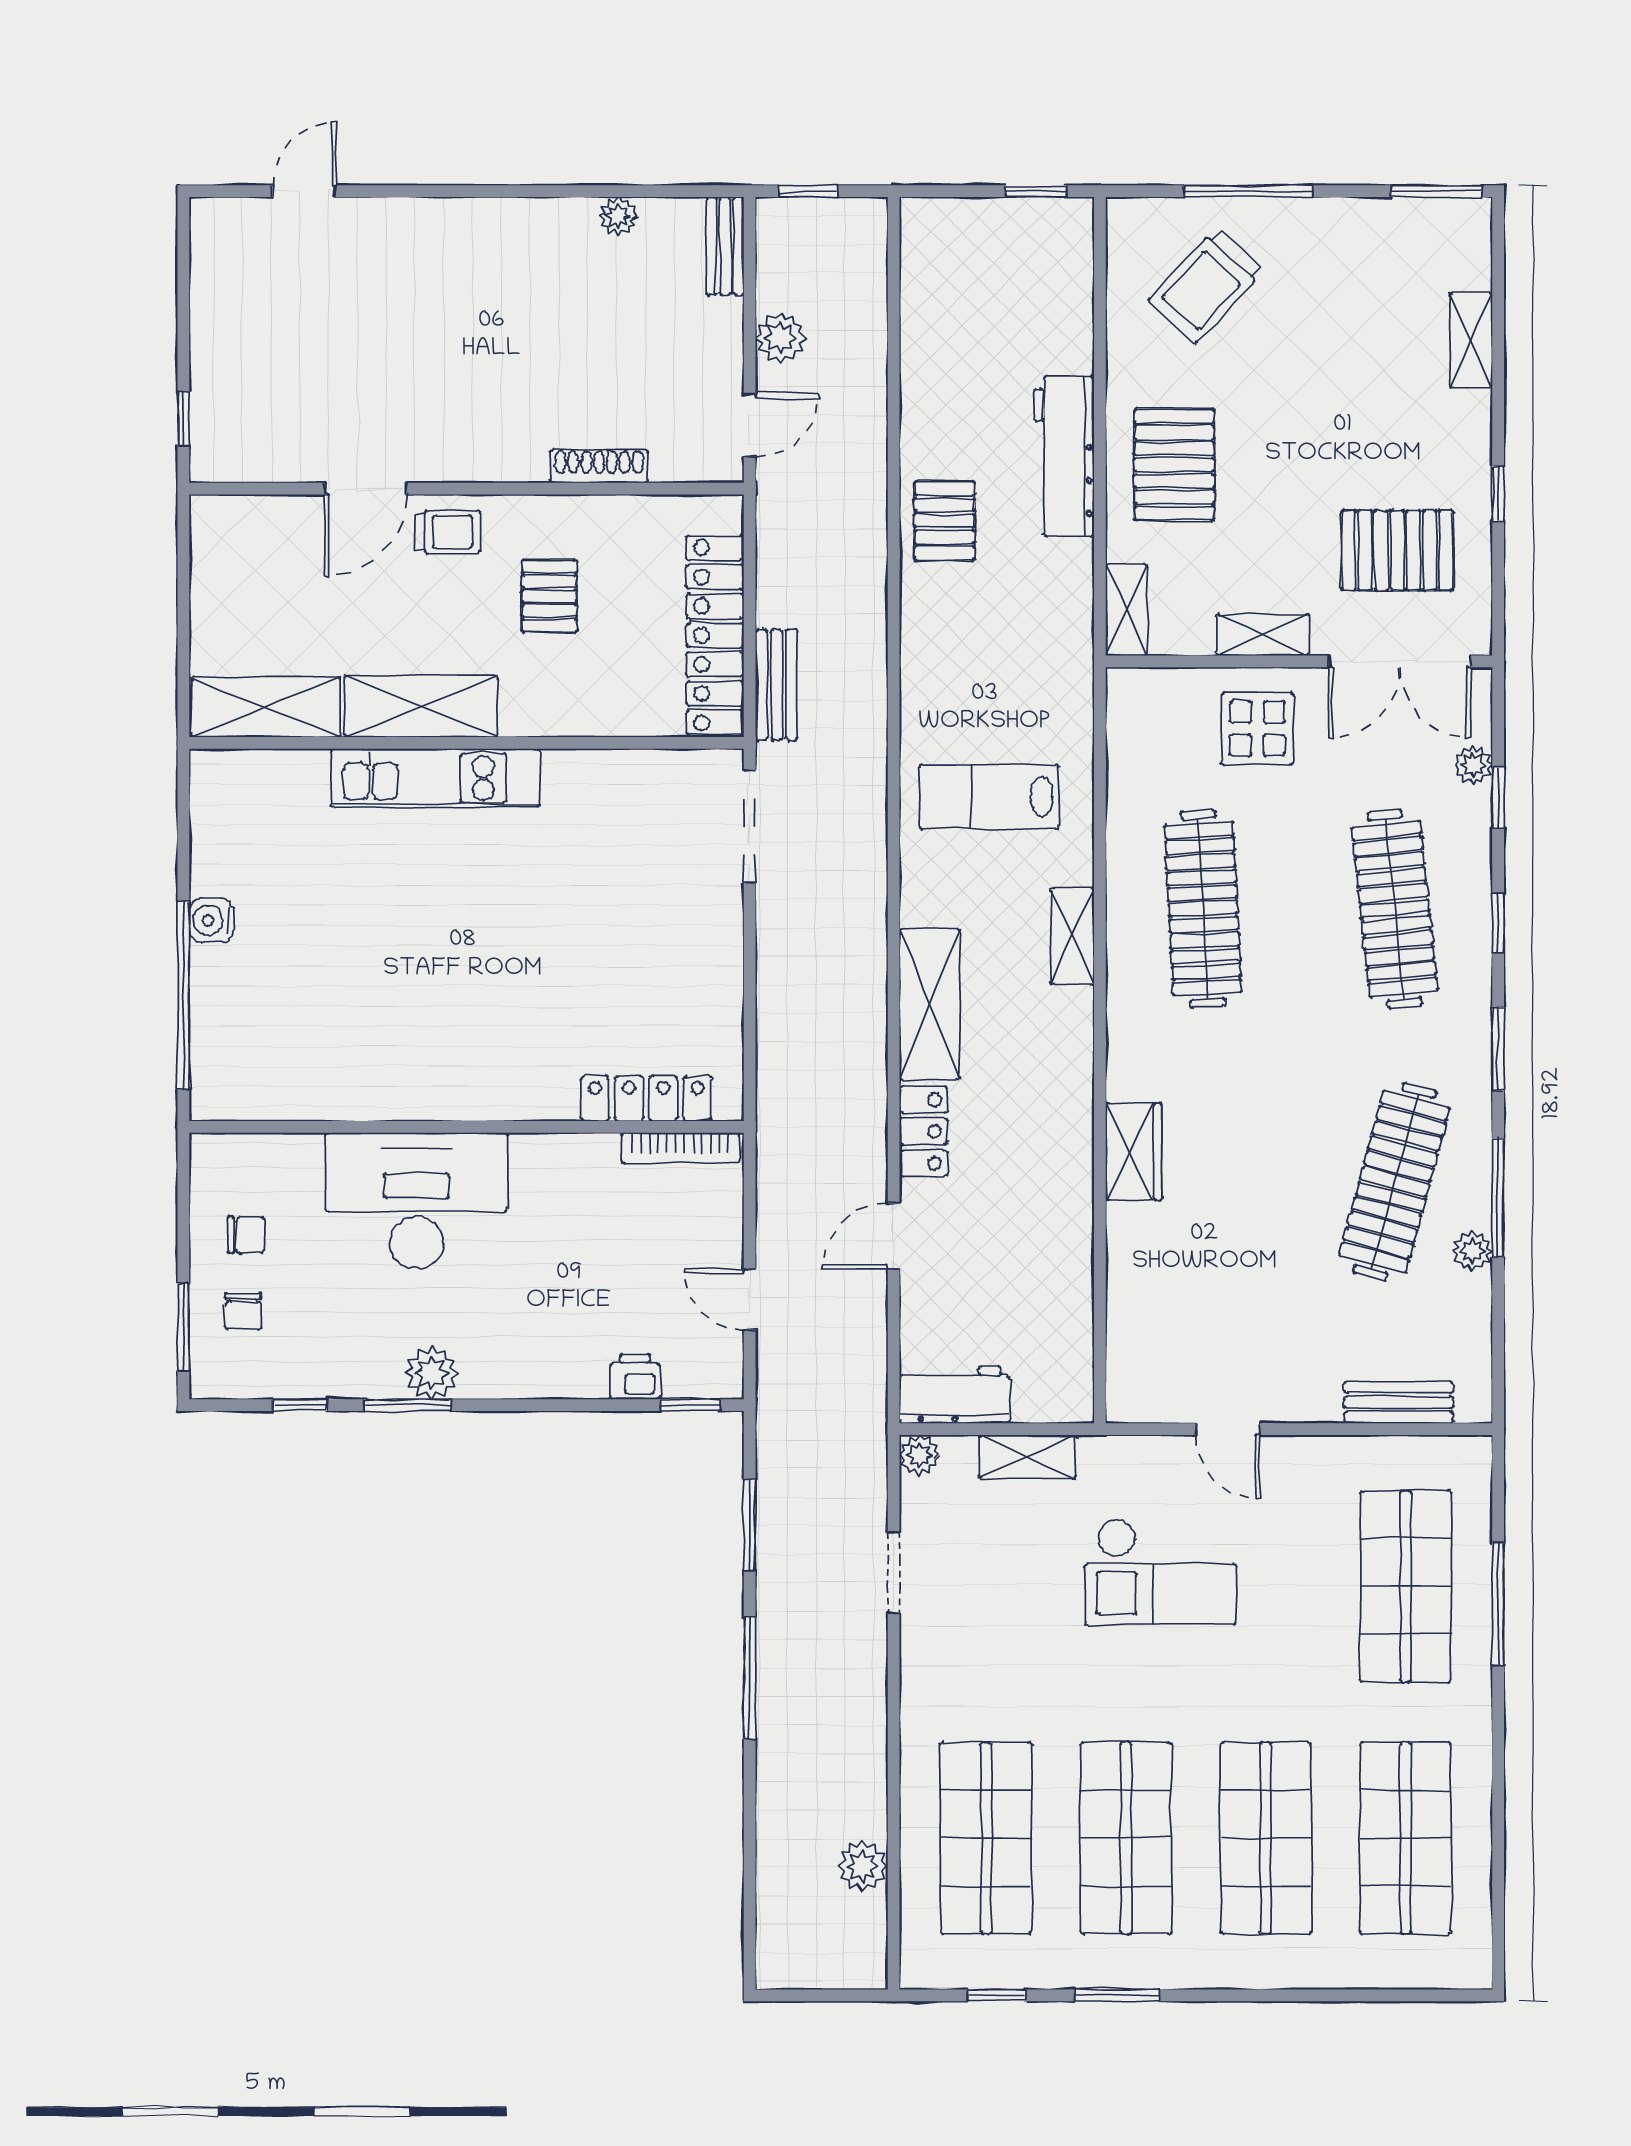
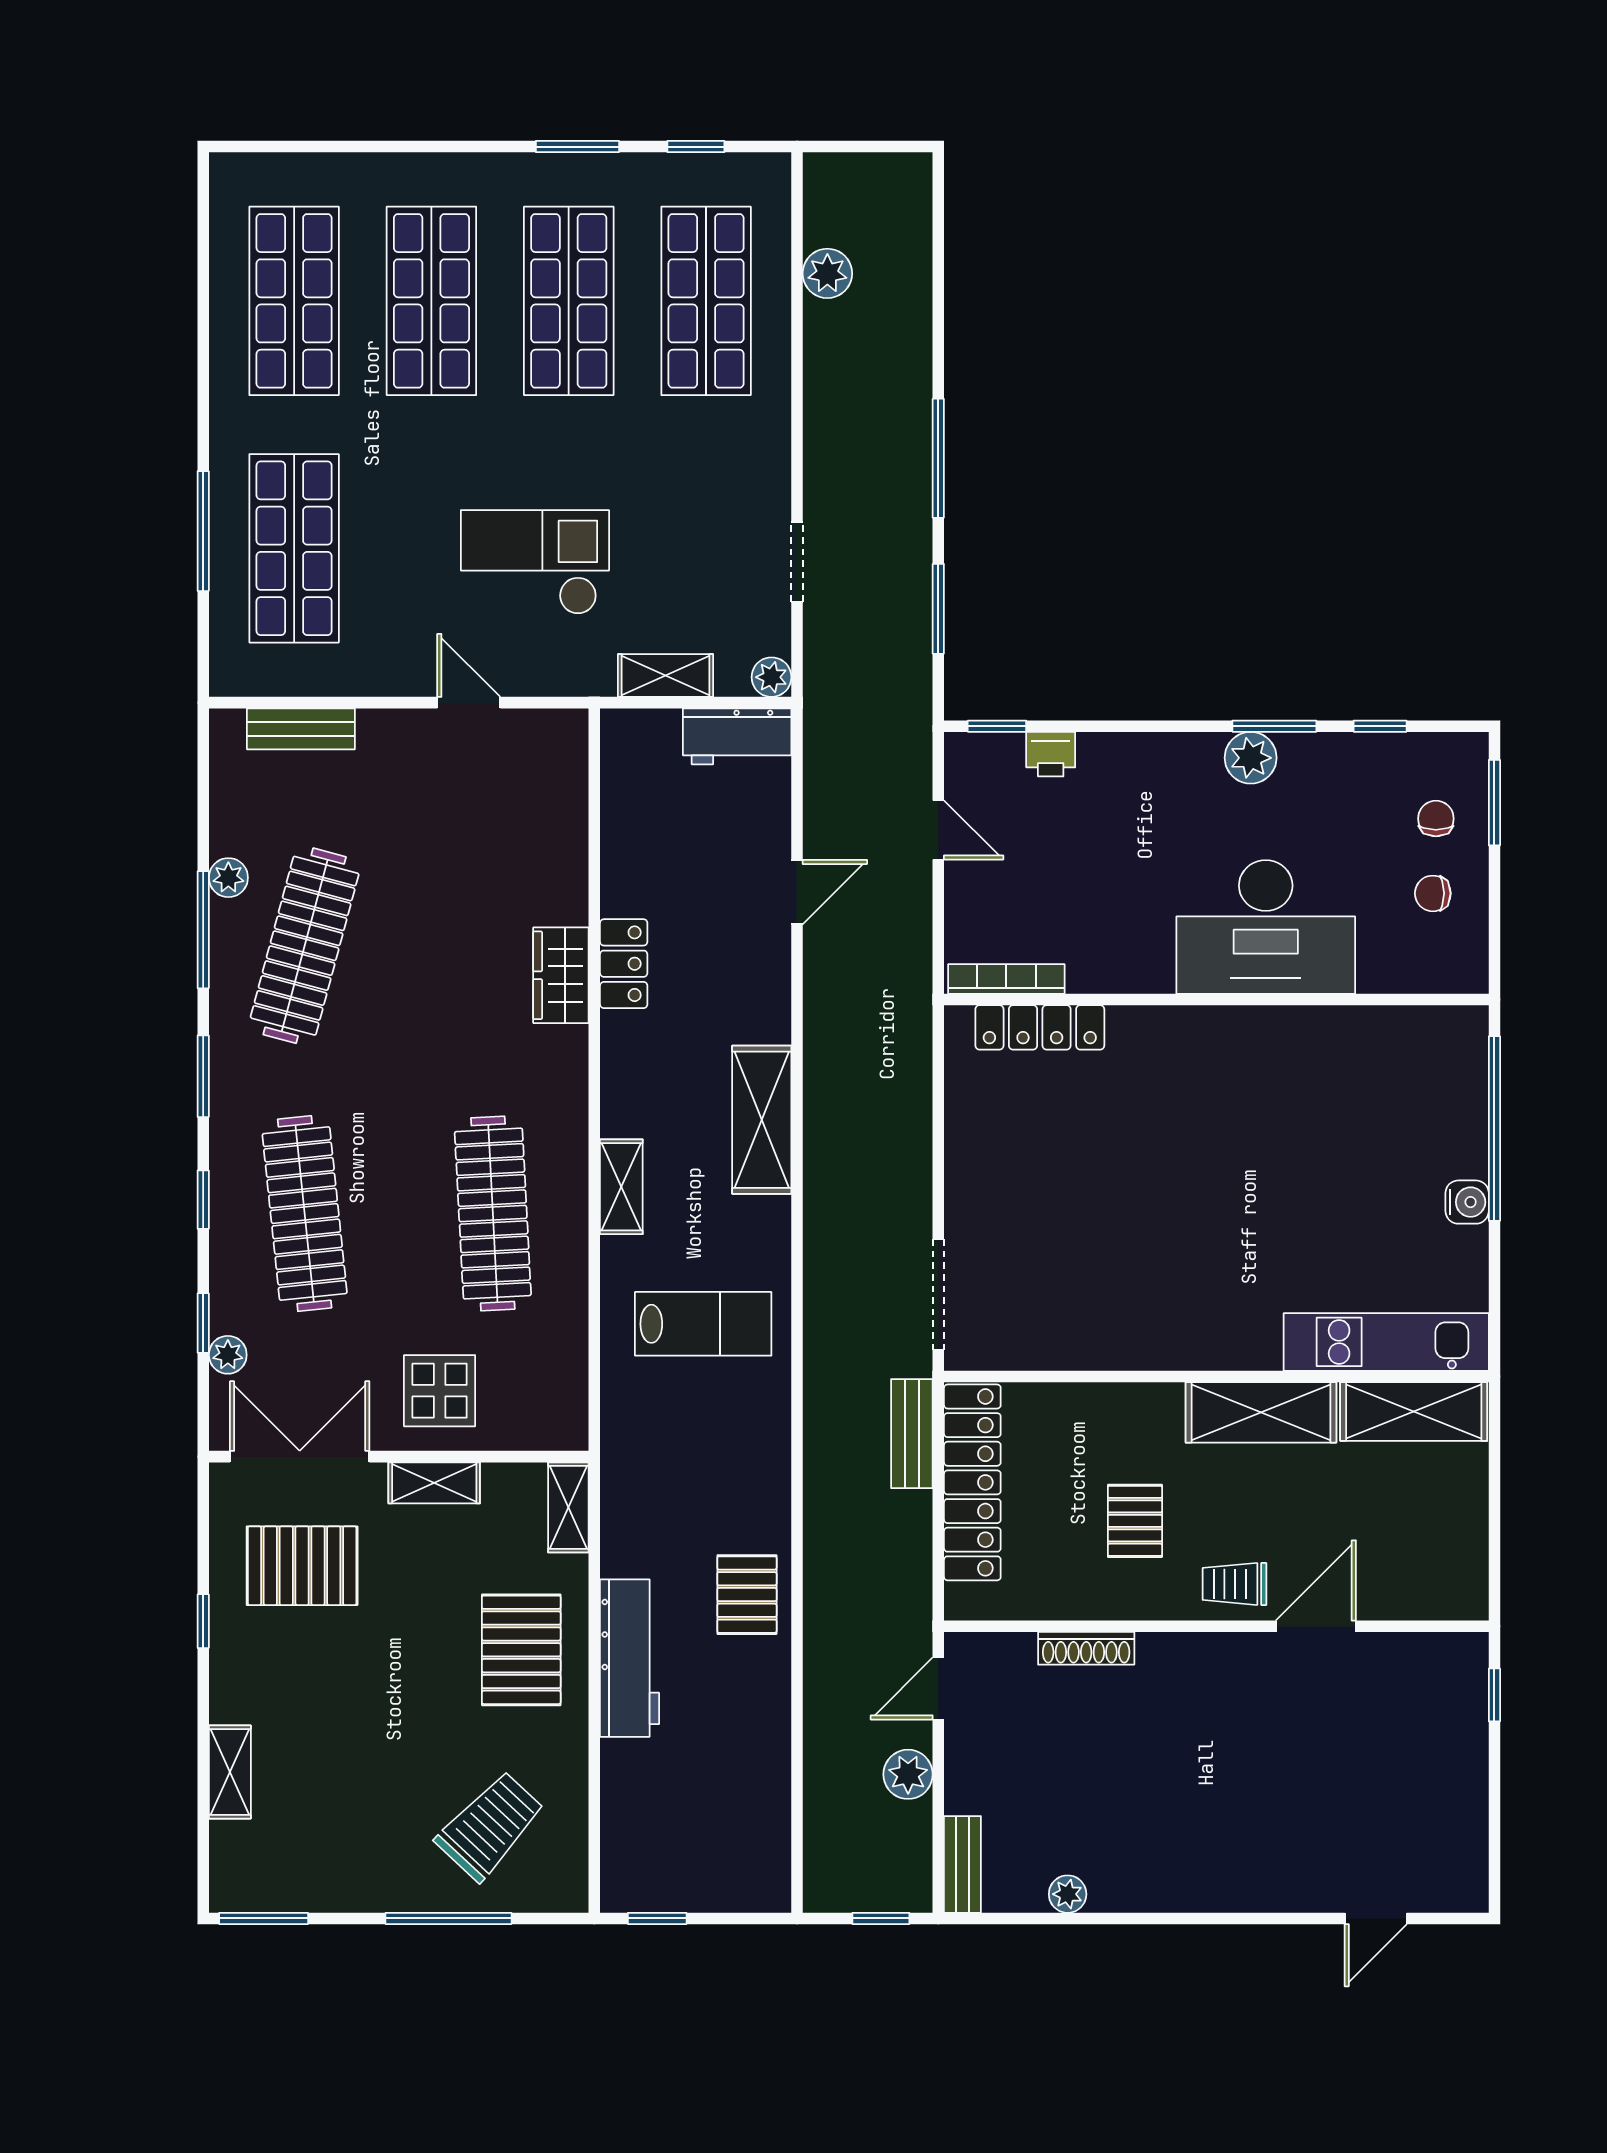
kitchen unit: (435, 778) -> (1386, 1342), moved
locker: (923, 1131) -> (624, 964), moved, turned 180

